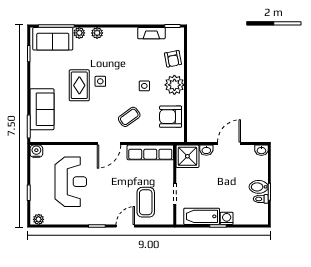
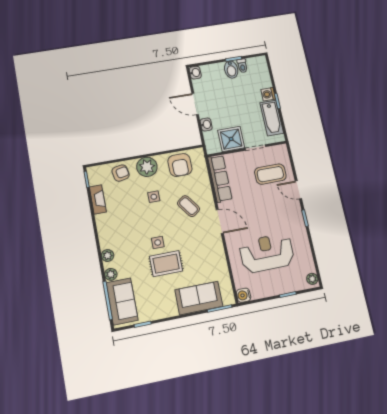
shower: (187, 156) -> (231, 139), moved

